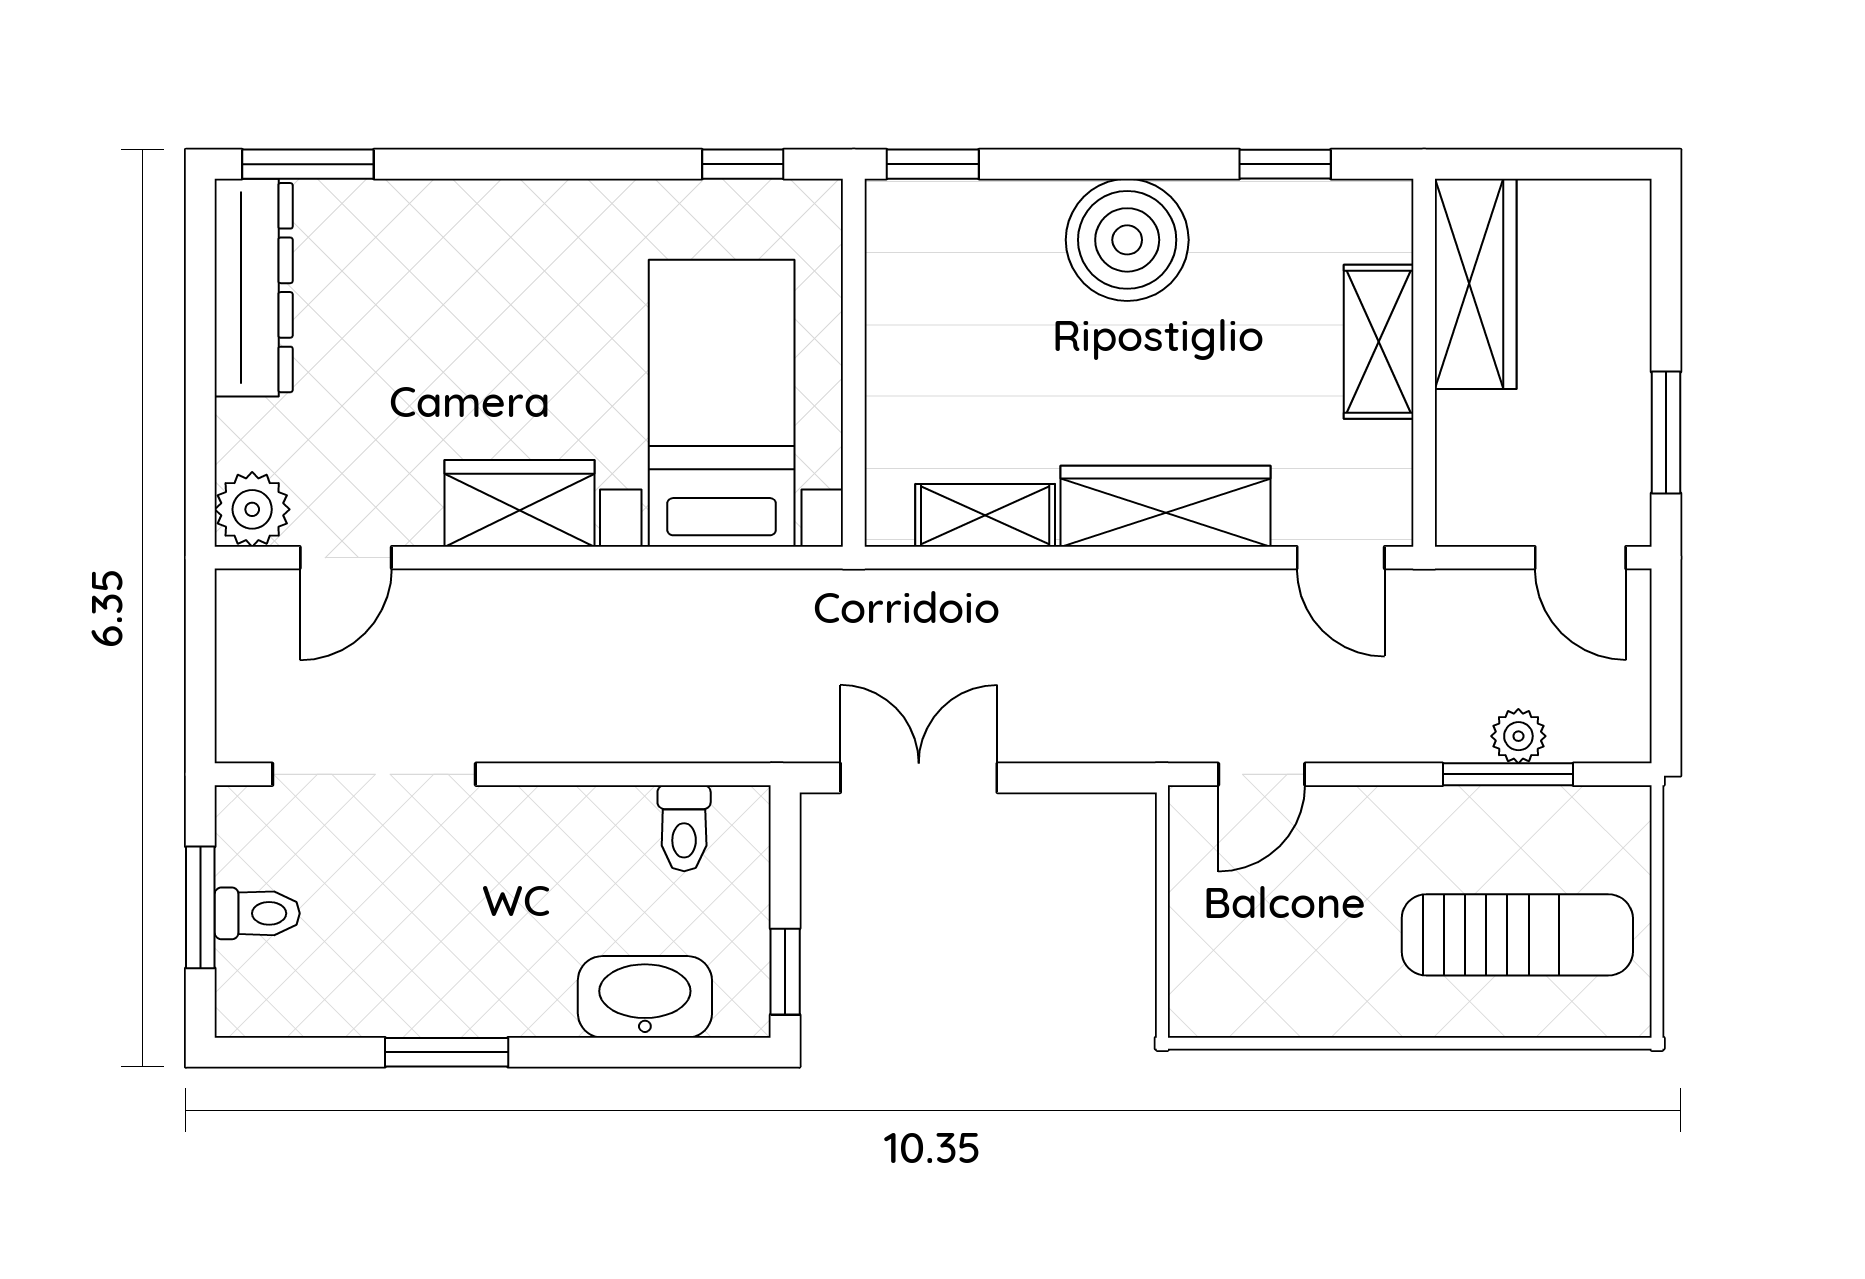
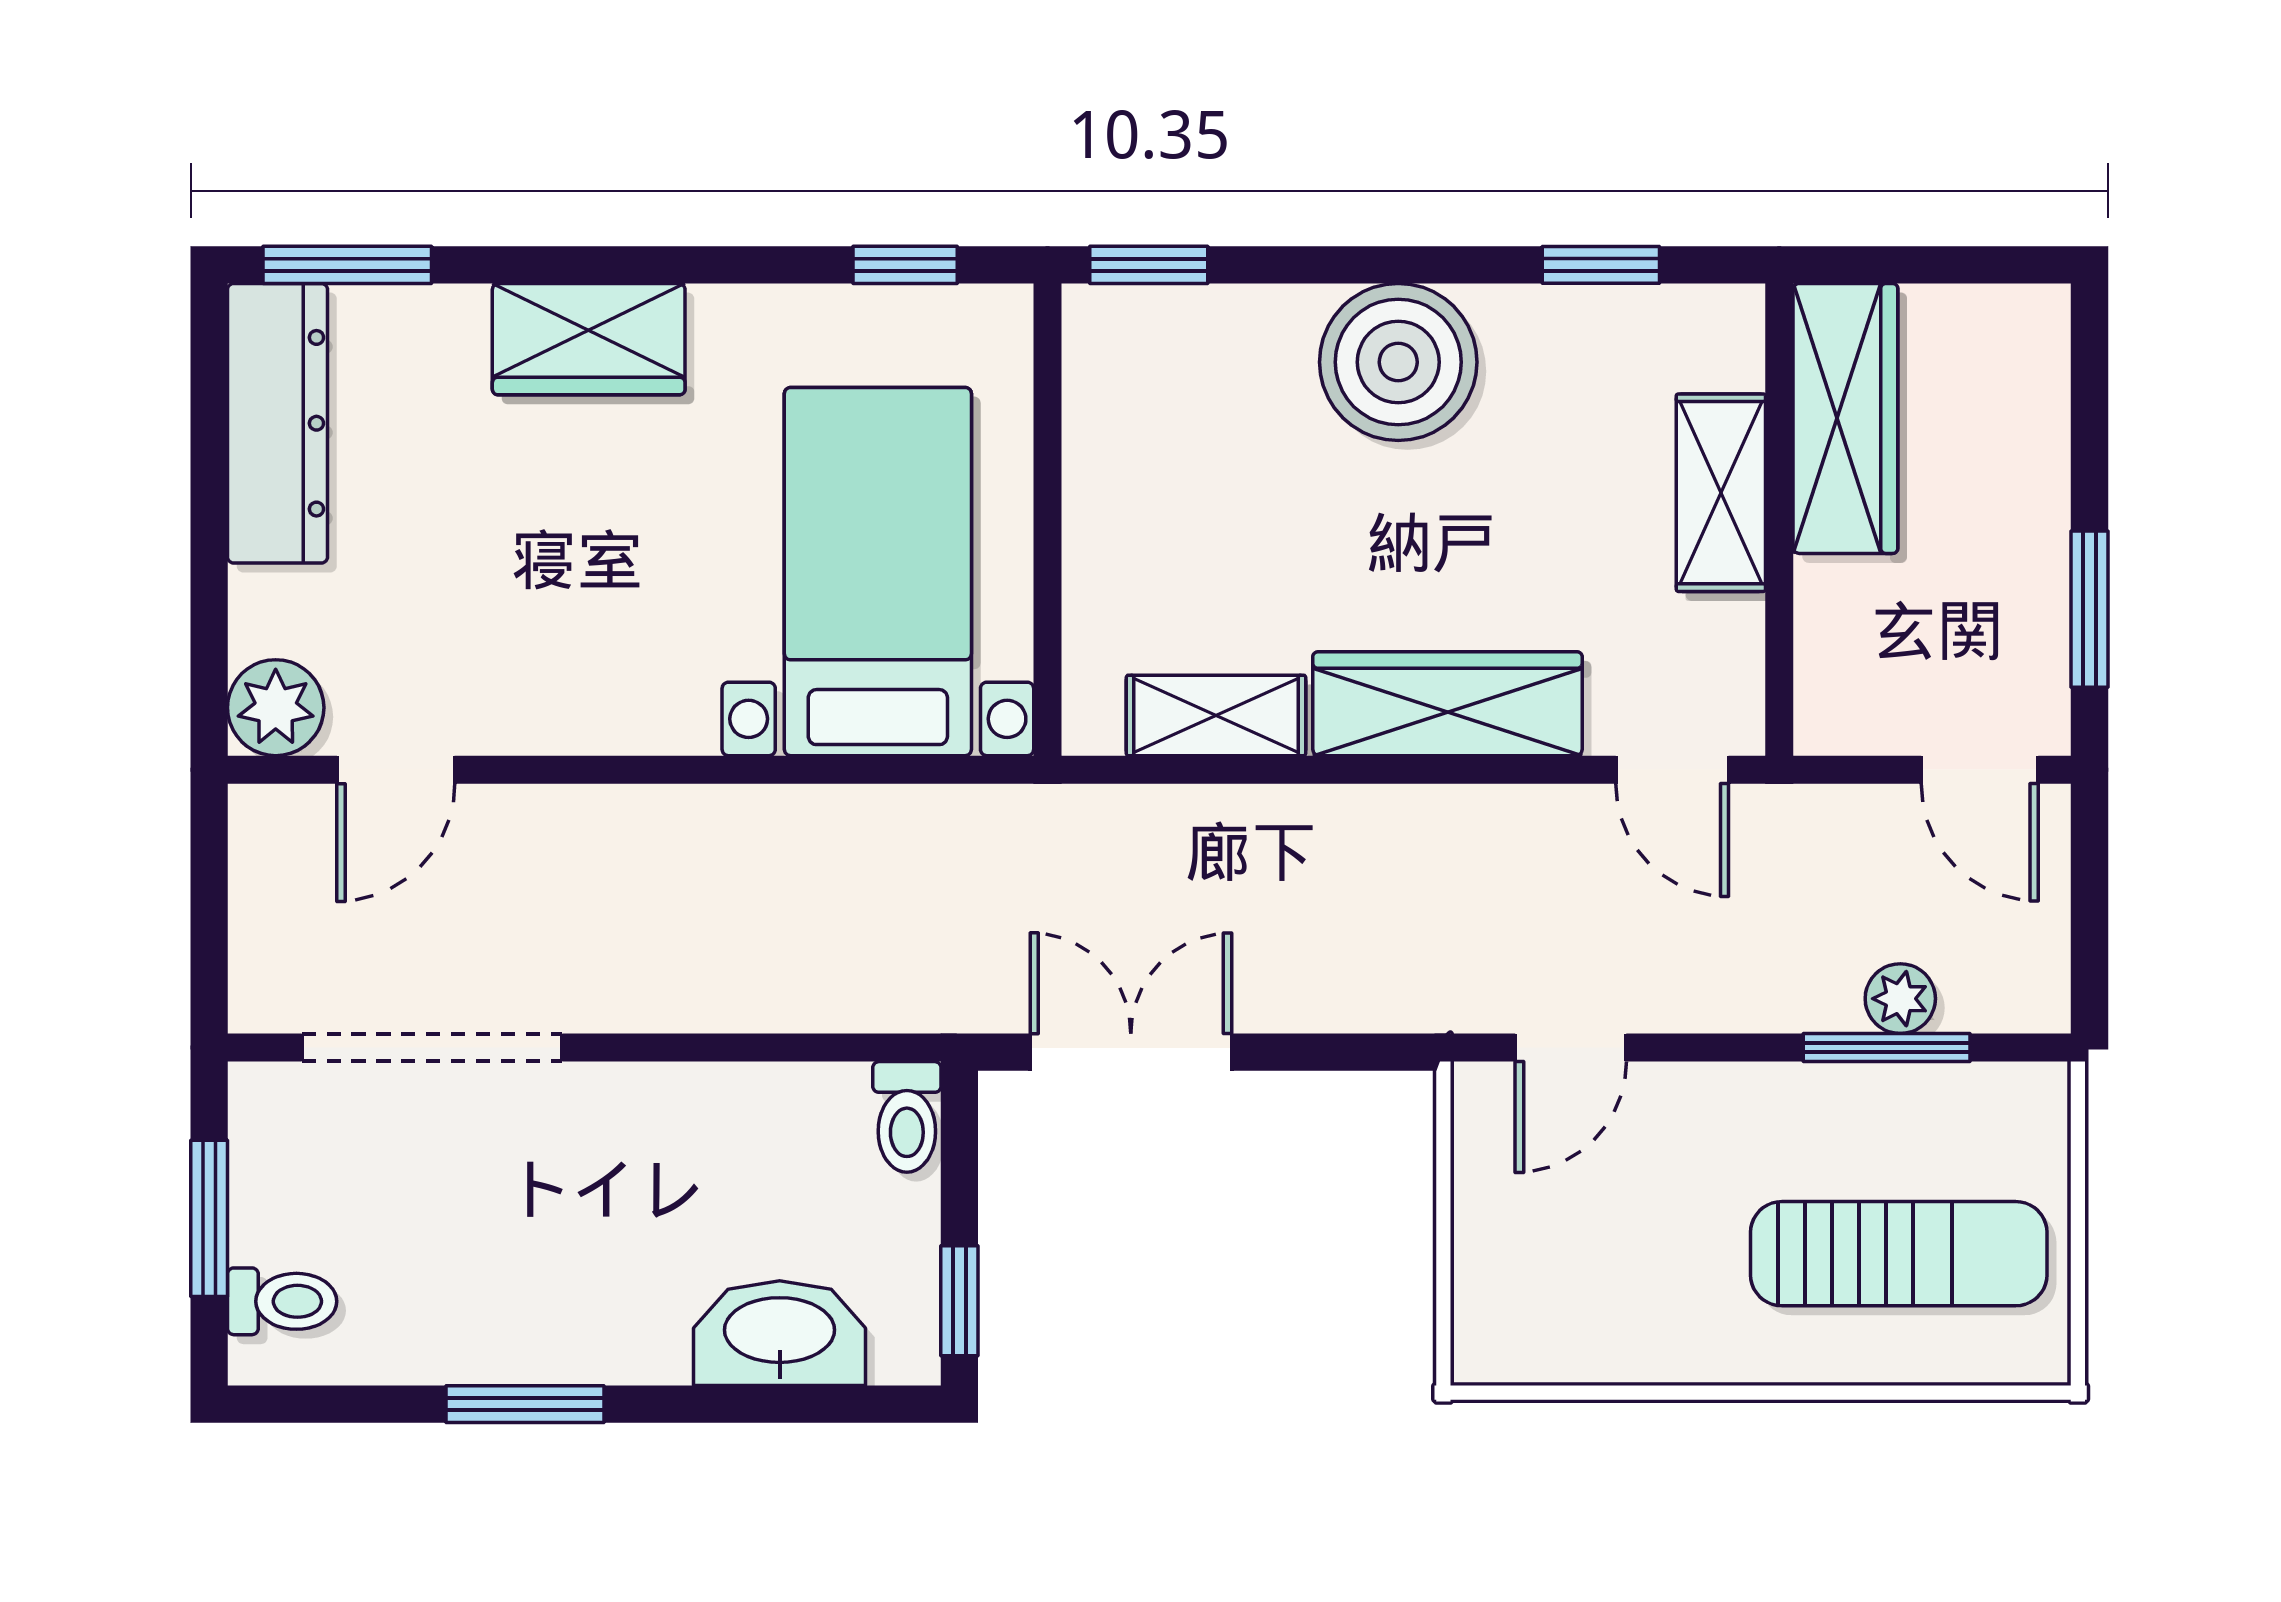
wardrobe: (519, 503) -> (589, 339), moved, turned 180
toilet: (684, 828) -> (907, 1117), moved
toilet: (257, 913) -> (282, 1301), moved

